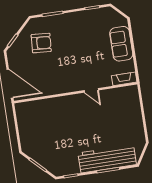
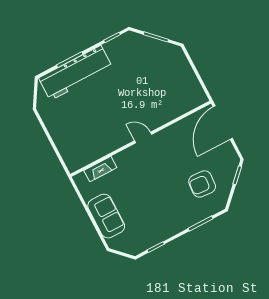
fireplace: (124, 79) -> (100, 169), moved
door: (10, 84) -> (223, 123), hinge flipped
door: (91, 90) -> (143, 137), moved

